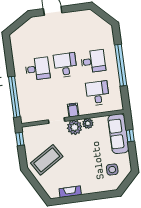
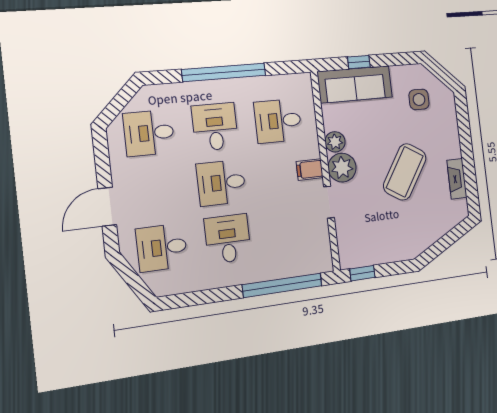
desk: (89, 29) -> (149, 133), added
desk: (33, 37) -> (162, 248), added
coffee table: (47, 160) -> (405, 172), moved, turned 64

